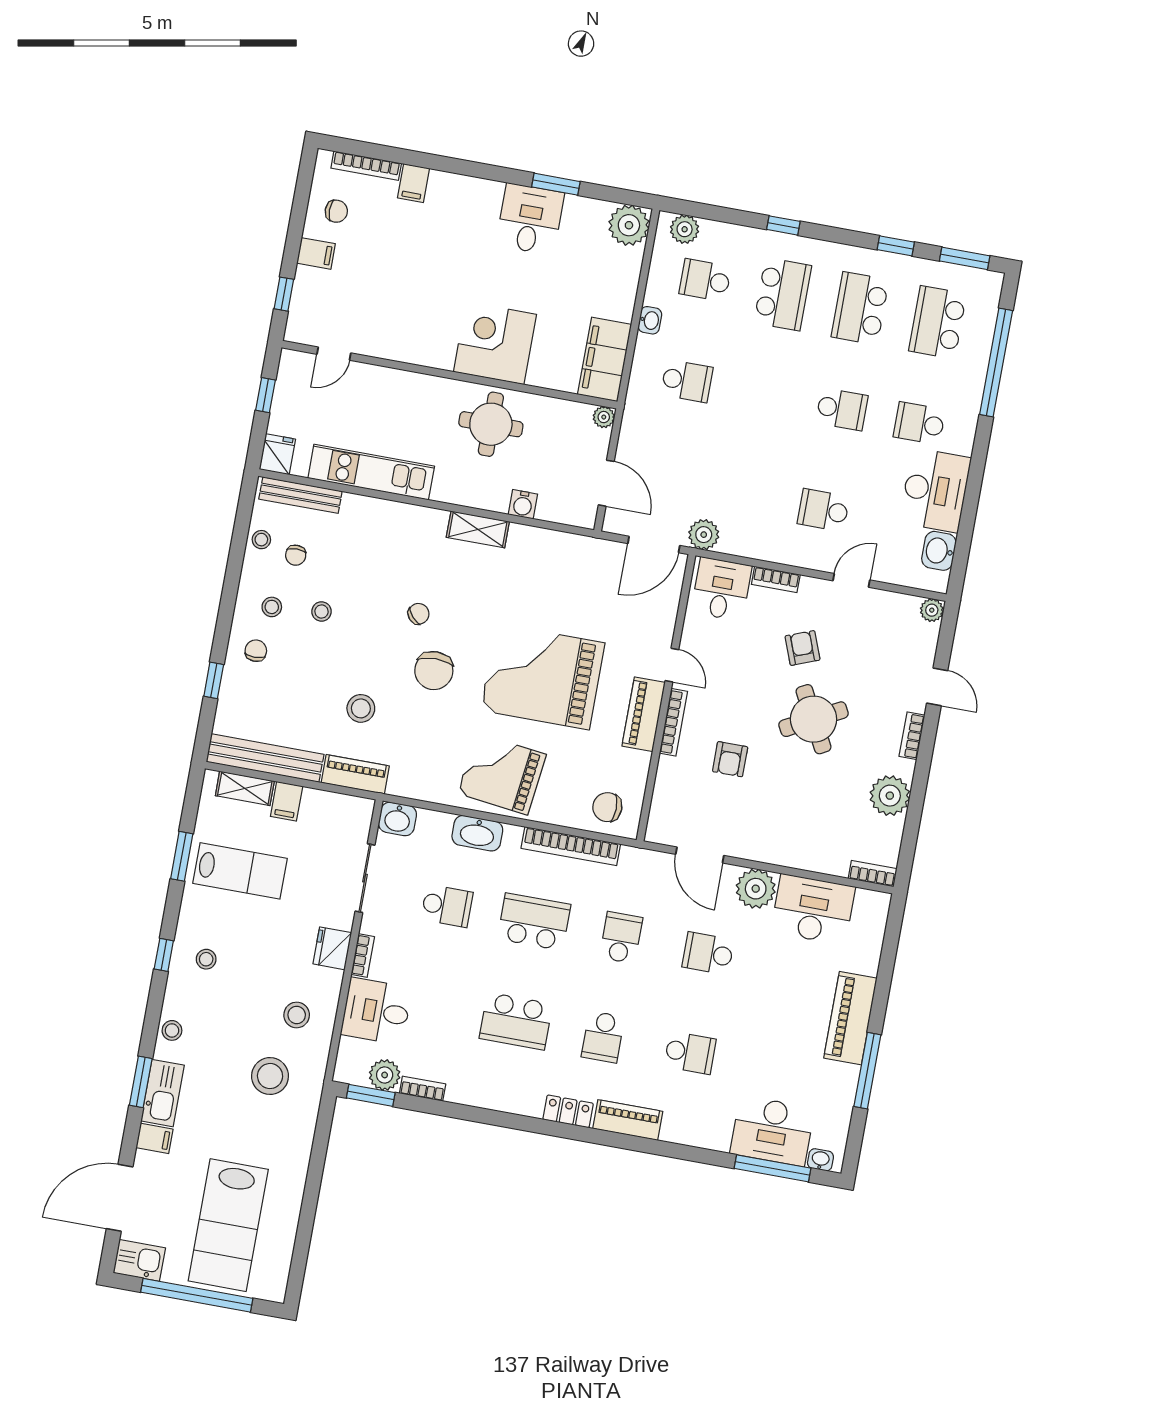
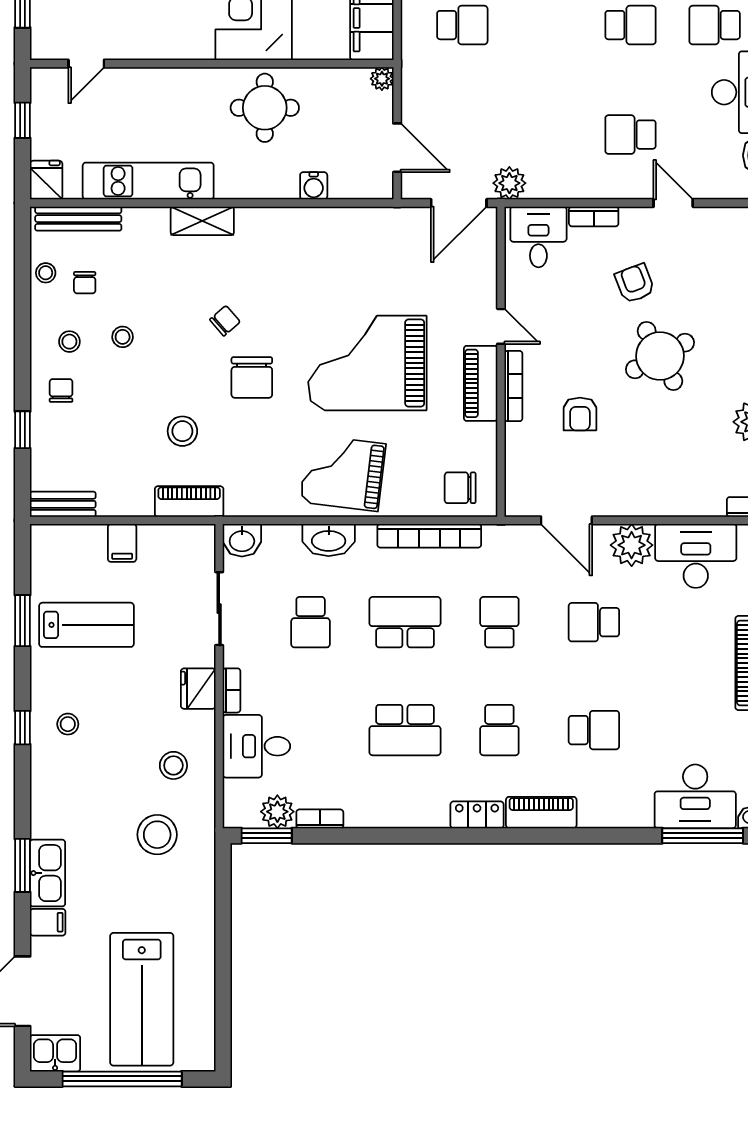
shelving: (478, 529) -> (202, 221), moved
door: (851, 580) -> (673, 203), hinge flipped
bench: (265, 758) -> (63, 504), width x0.54, depth x0.82
shelving: (245, 788) -> (76, 537), removed
school desk: (447, 906) -> (311, 622), turned 90
stool: (172, 1030) -> (45, 806), removed

